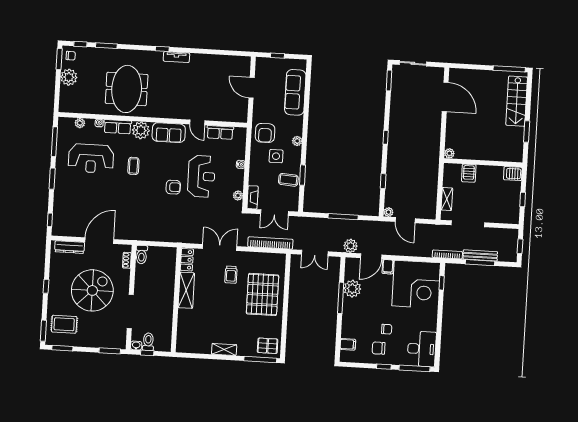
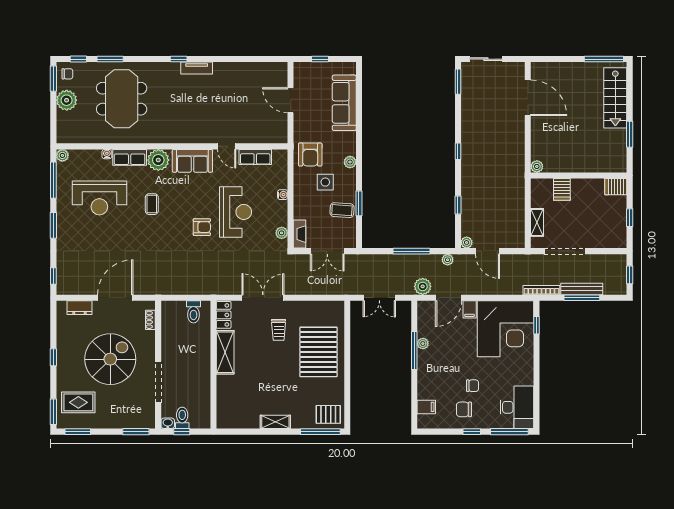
meeting table: (127, 89) -> (122, 99), moved
plant: (80, 123) -> (62, 155), moved
plant: (372, 225) -> (448, 260), added
bookcase: (270, 243) -> (324, 289), removed
dresser: (70, 247) -> (79, 308), width x0.70
toilet: (142, 255) -> (194, 312), moved
plant: (352, 289) -> (423, 344), width x0.53, depth x0.53

